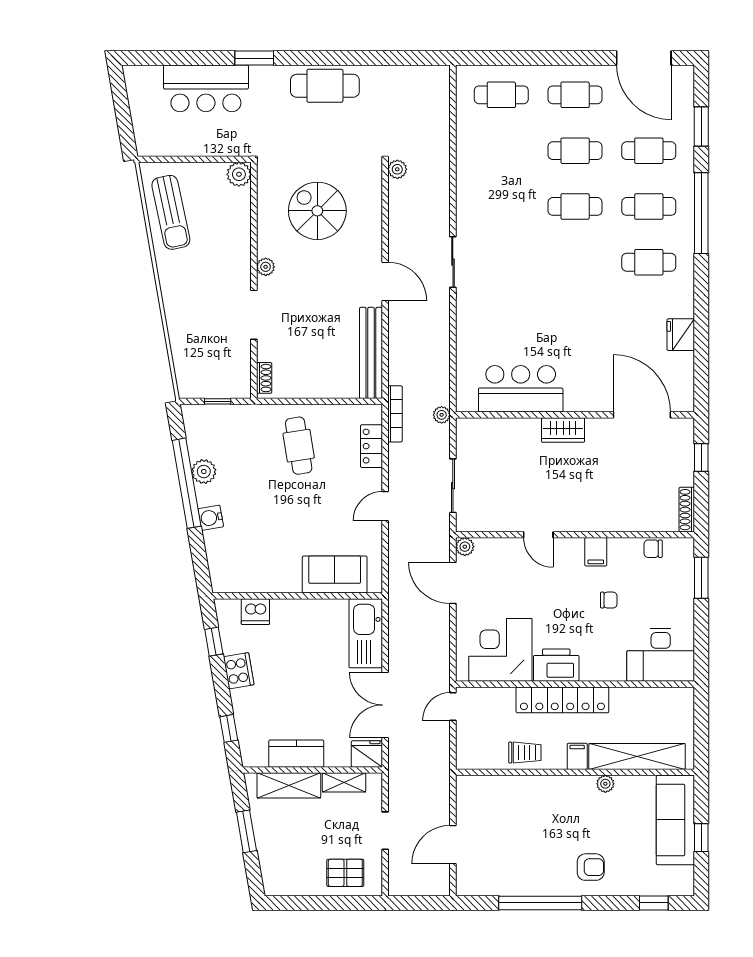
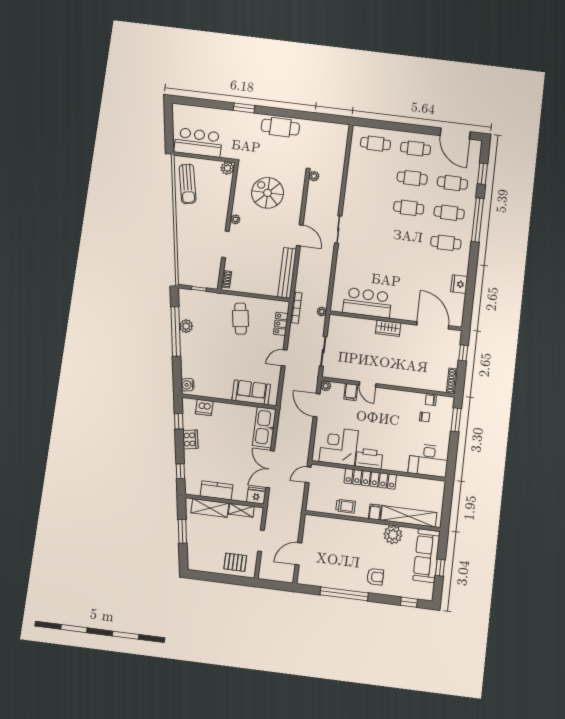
bar counter: (206, 88) -> (198, 142), moved, turned 180
water cooler: (211, 518) -> (188, 385), moved
filing cabinet: (596, 552) -> (351, 392), moved
chair: (609, 600) -> (425, 417), moved
plant: (605, 784) -> (393, 535), width x1.87, depth x1.87

